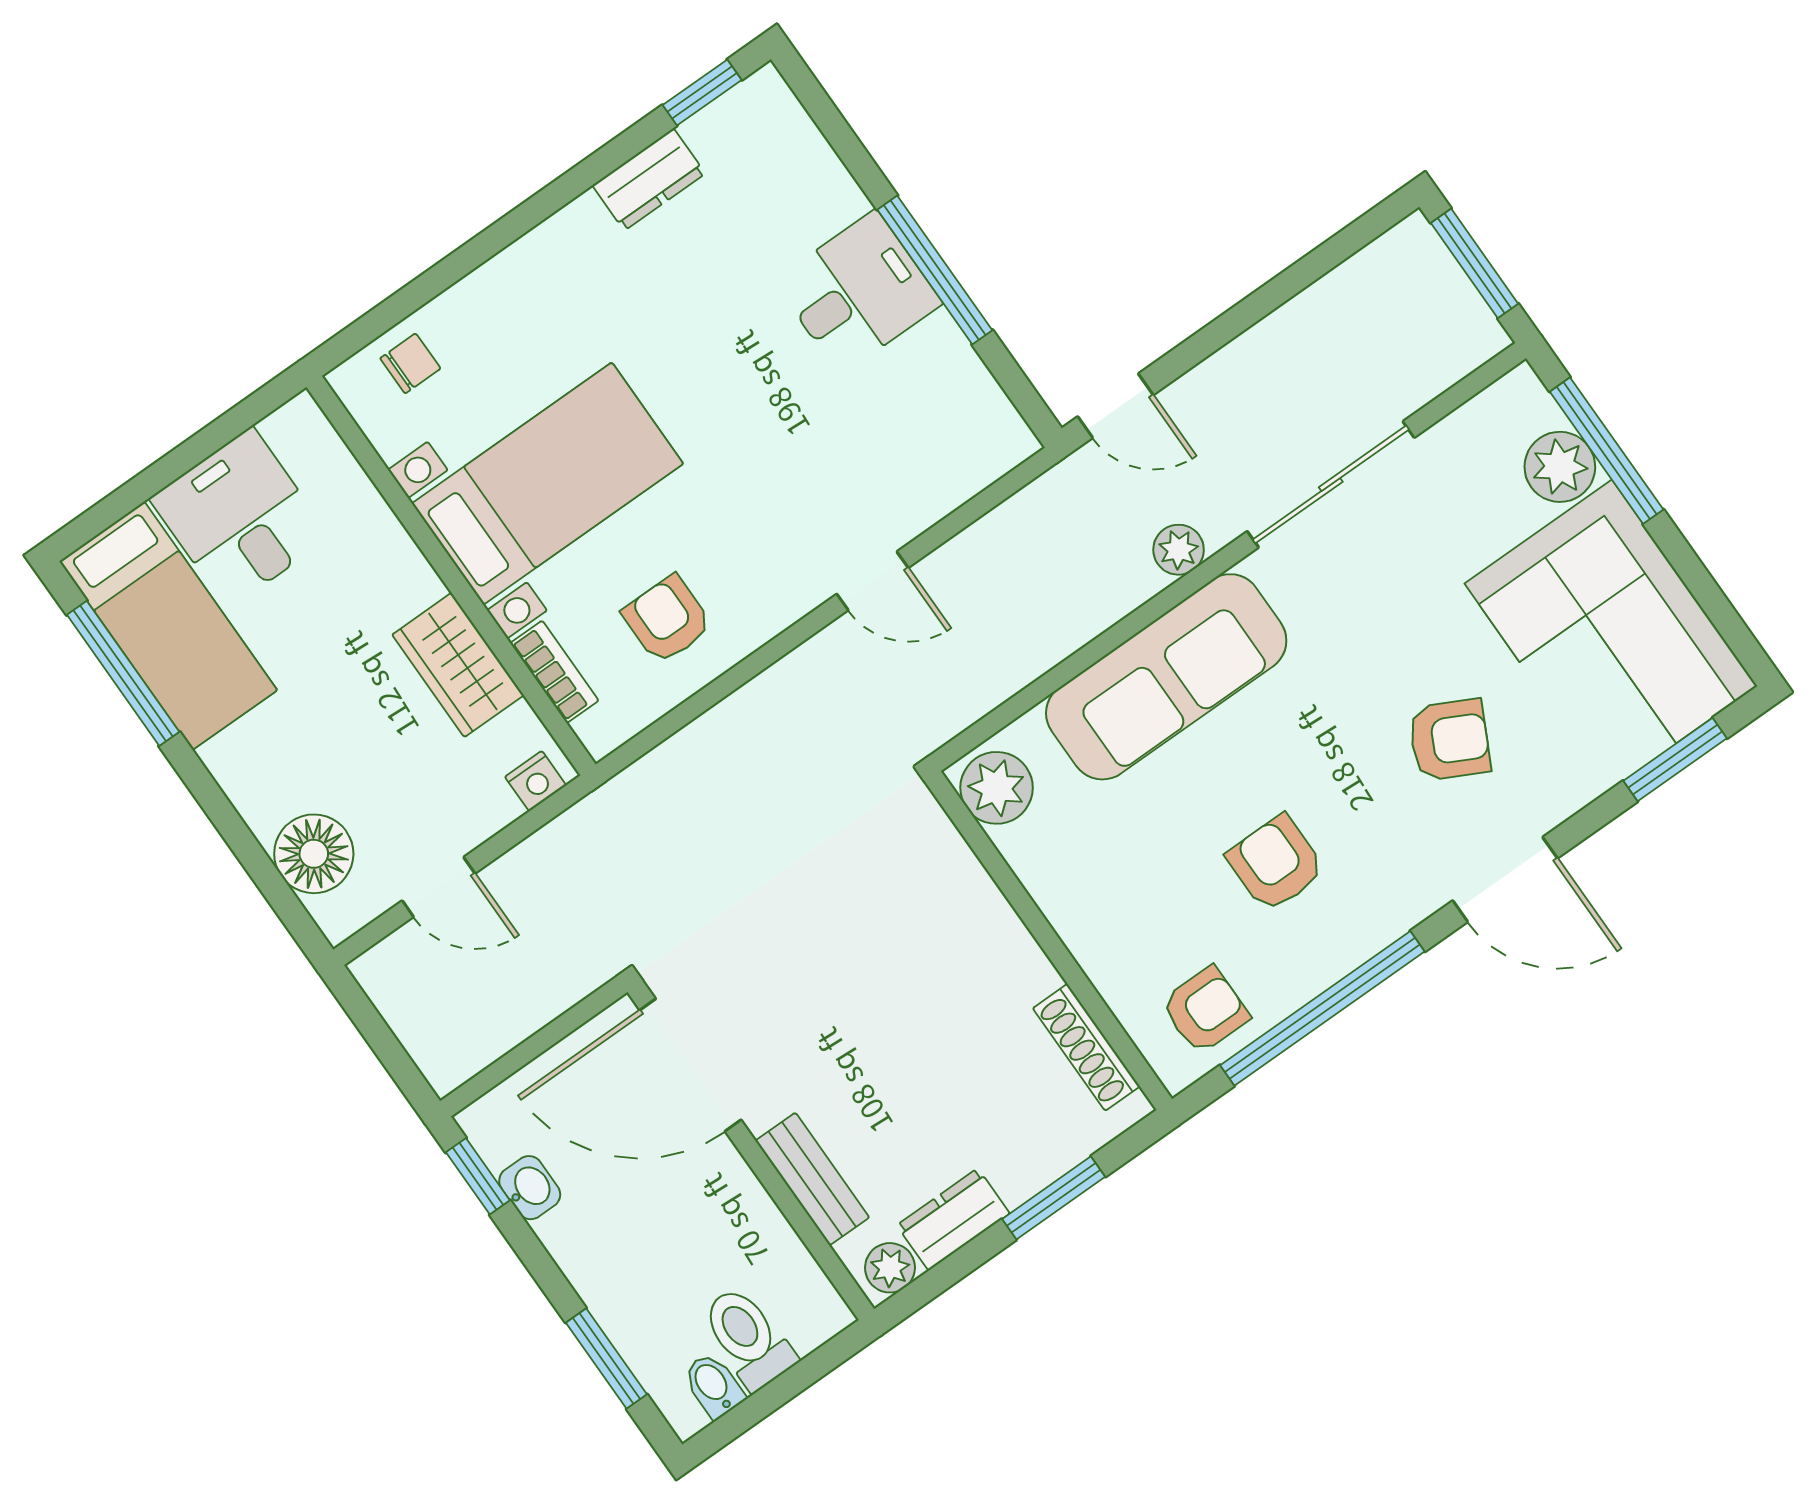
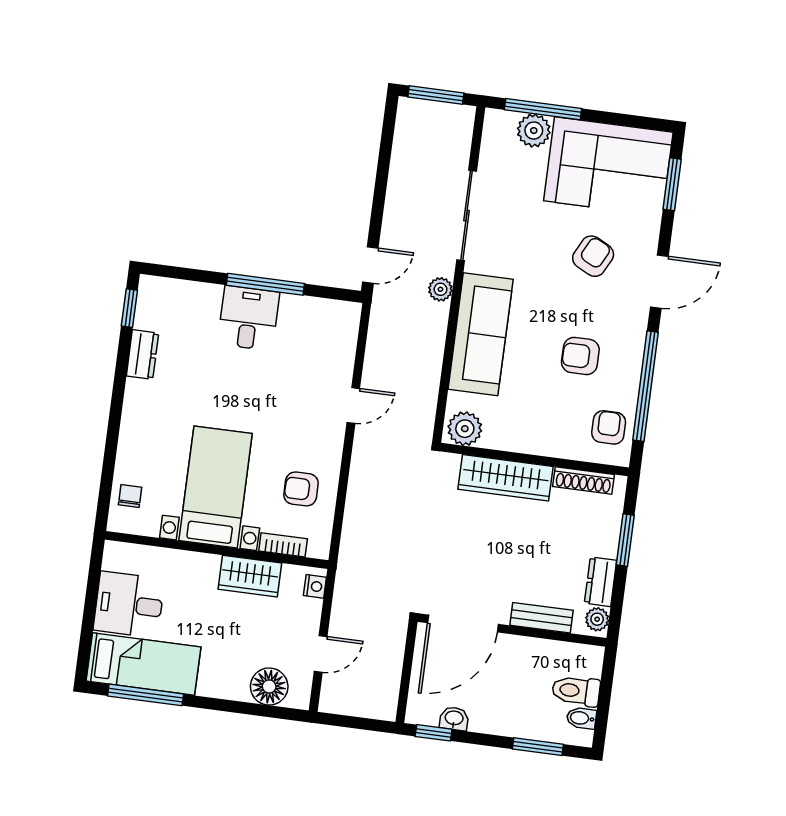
wardrobe: (978, 922) -> (506, 478), added

